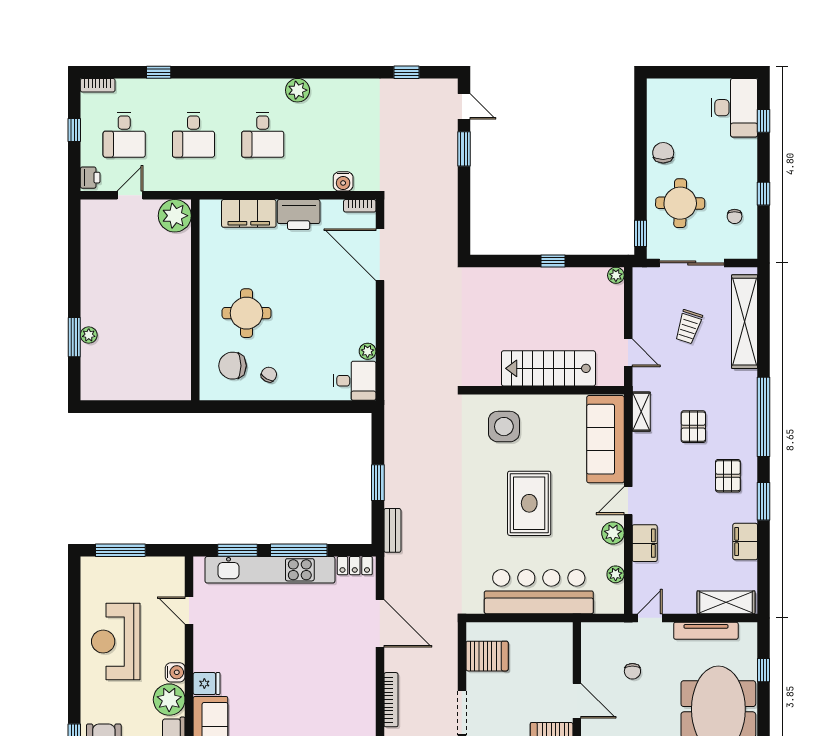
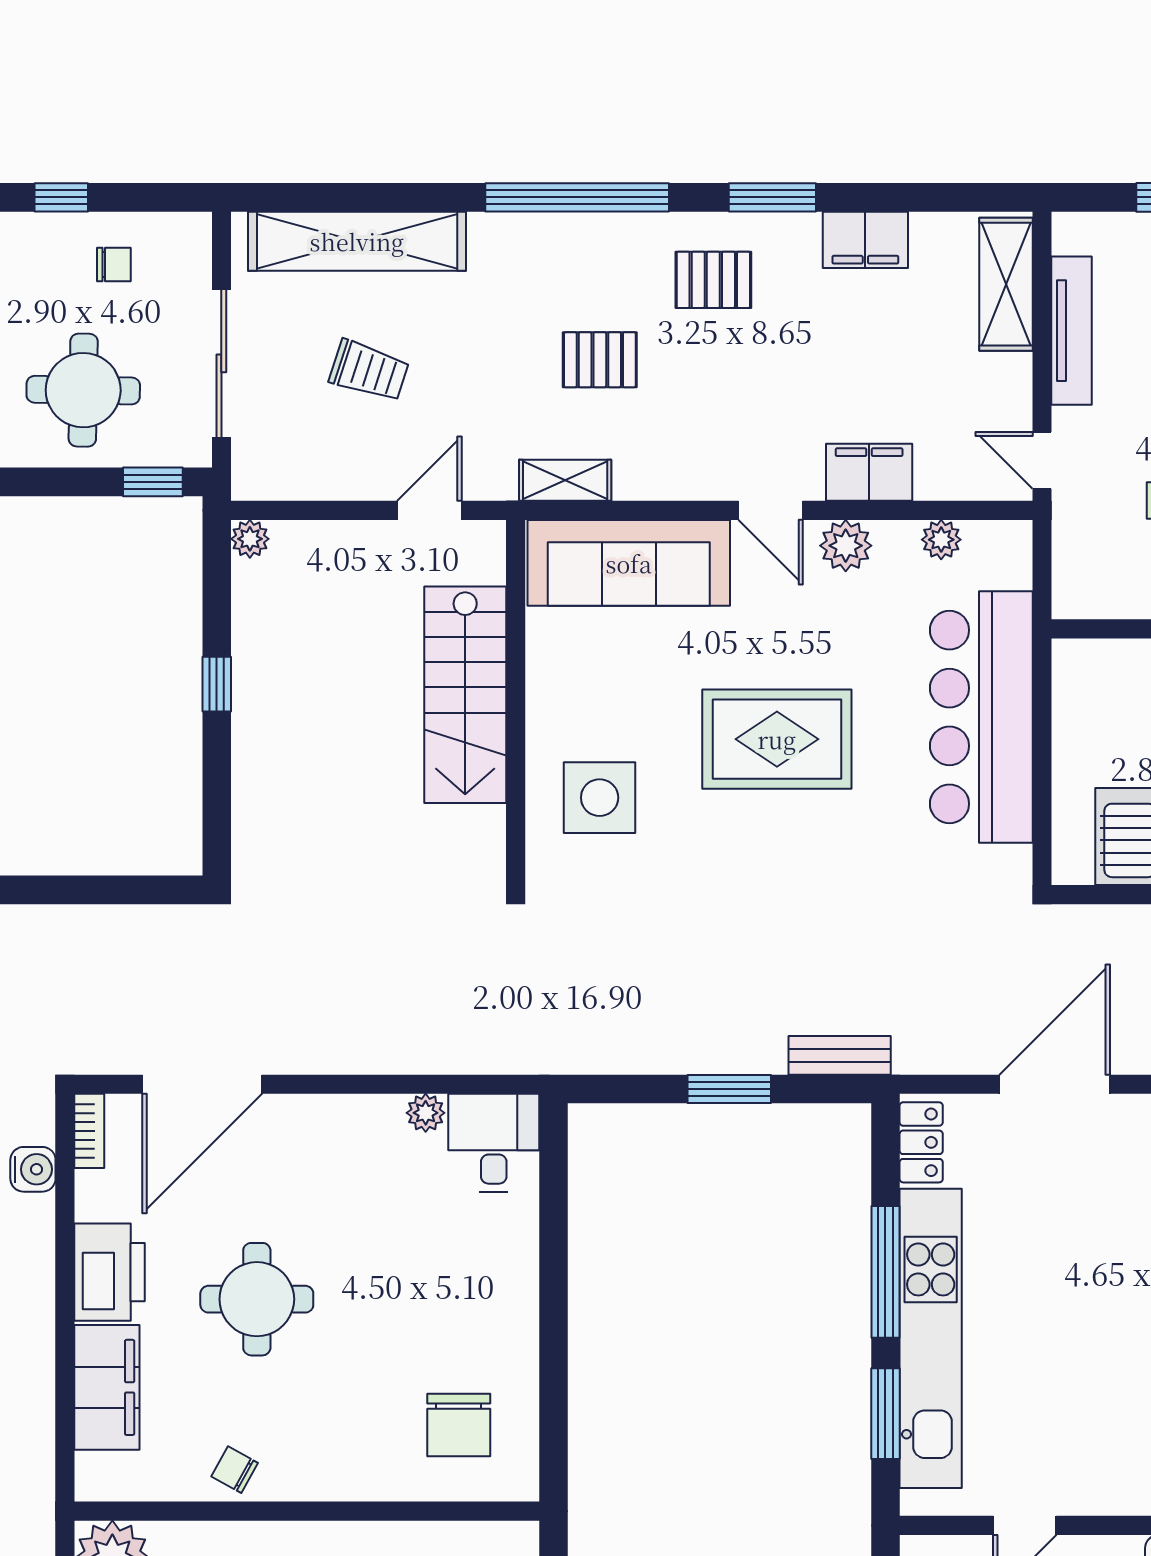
round table: (247, 313) -> (257, 1299), moved
chair: (269, 375) -> (235, 1470), moved

